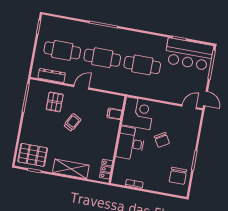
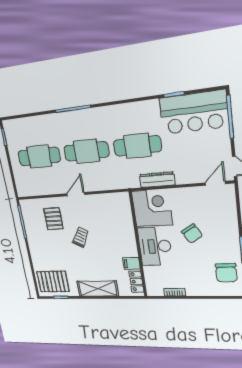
dresser: (52, 76) -> (157, 180), moved
filing cabinet: (114, 114) -> (131, 263), moved

